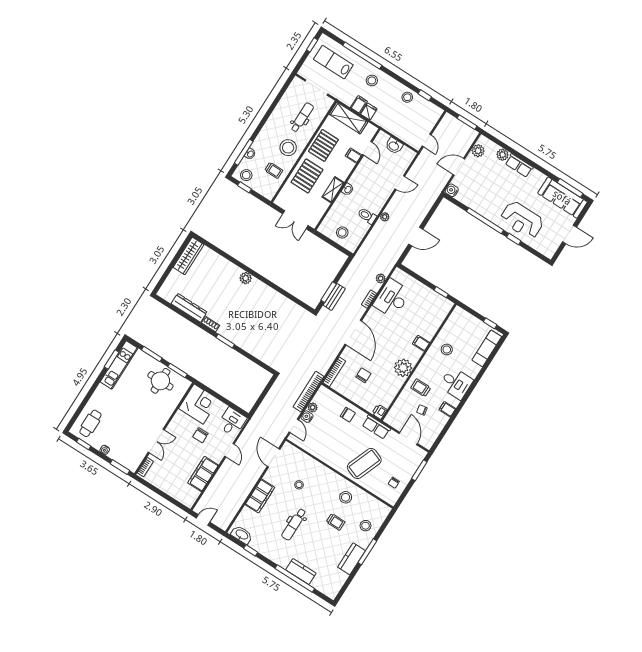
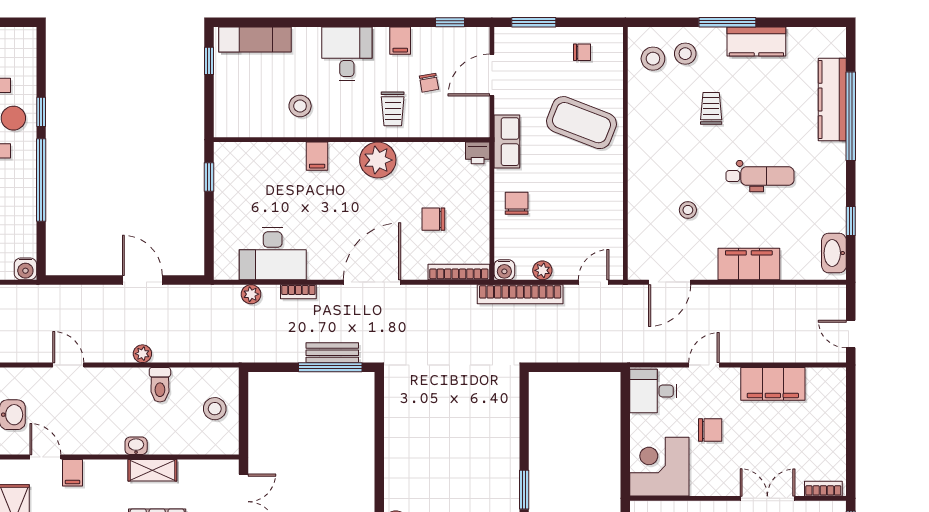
door: (367, 148) -> (45, 457), hinge flipped
window: (329, 292) -> (330, 367), width x1.44
water cooler: (307, 417) -> (504, 270), moved
window: (442, 435) -> (450, 22), added
stool: (346, 497) -> (653, 59), moved
kitchen counter: (301, 572) -> (832, 99), width x1.50

